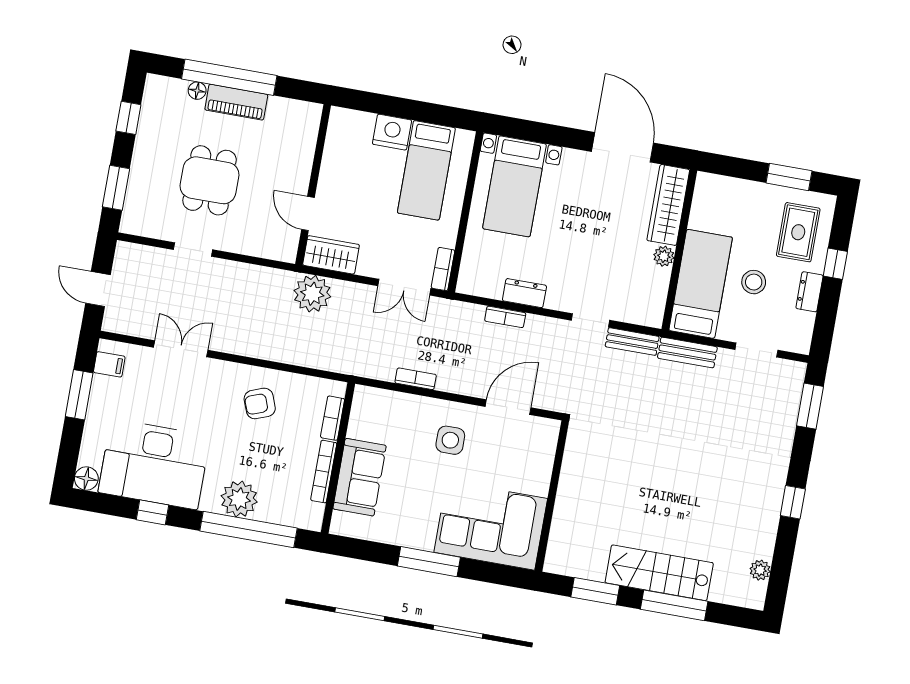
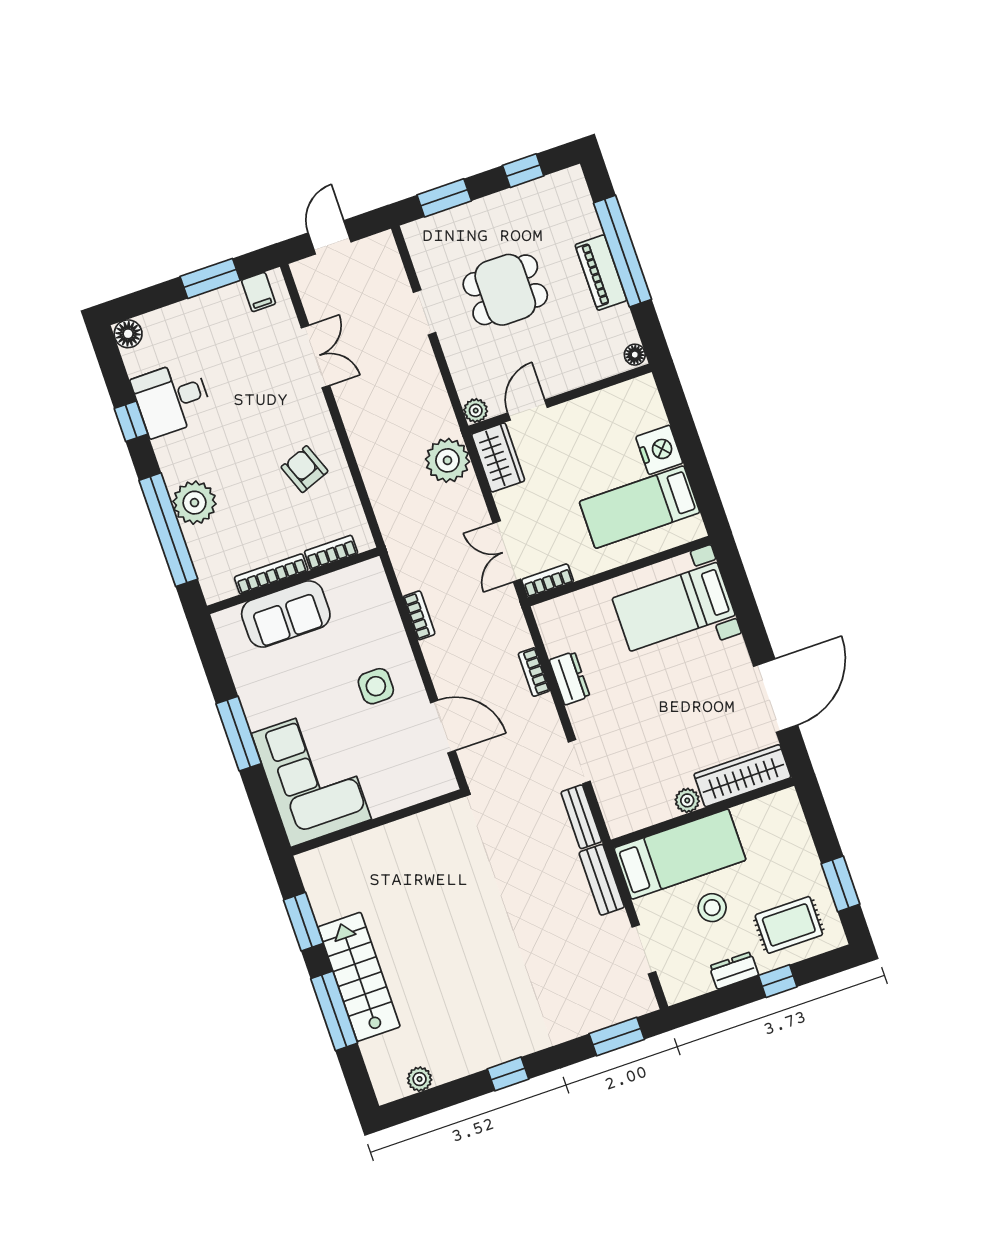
floor lamp: (197, 91) -> (635, 355), moved
plant: (287, 252) -> (476, 411), added
desk: (154, 464) -> (172, 399), width x0.53, depth x0.77

